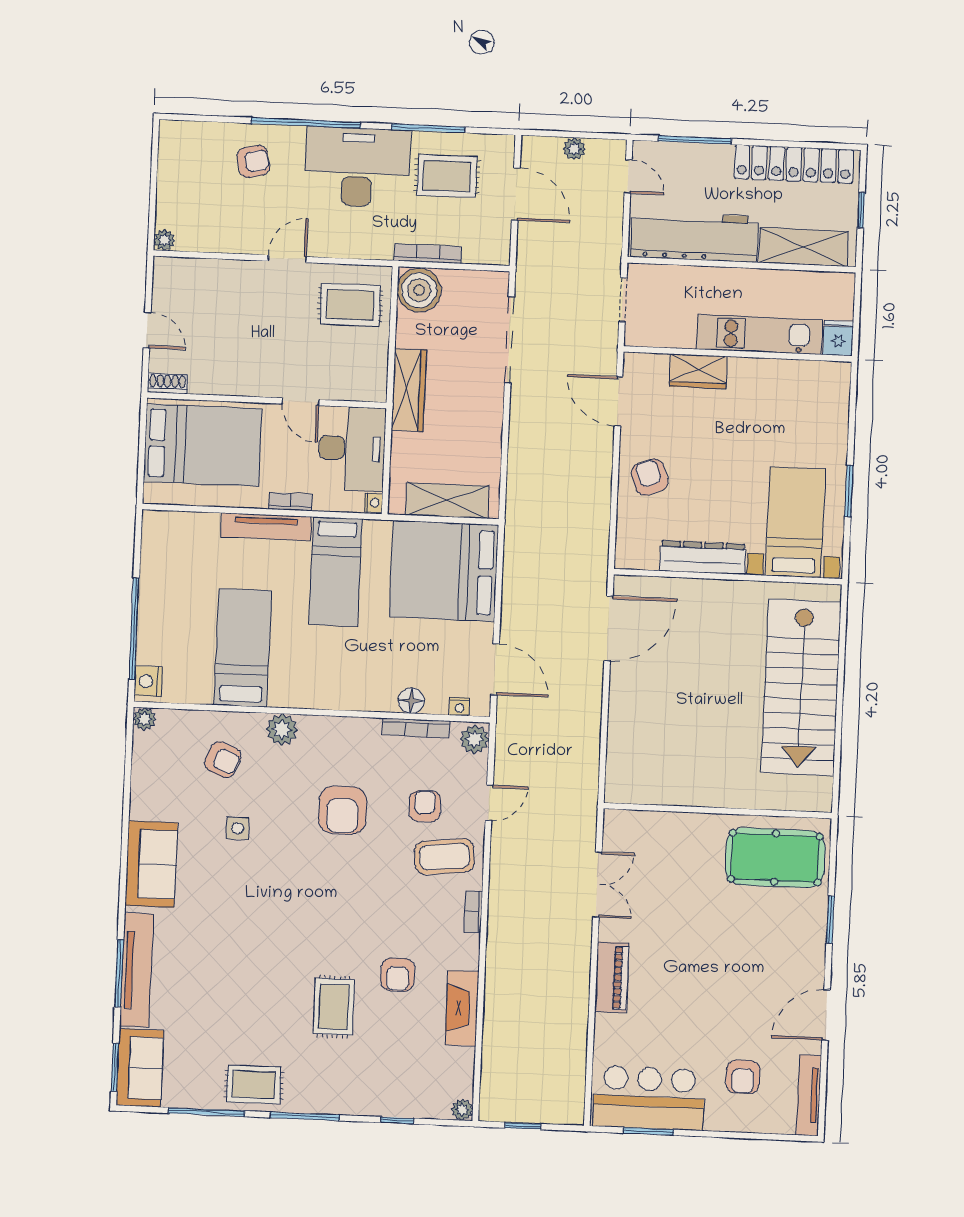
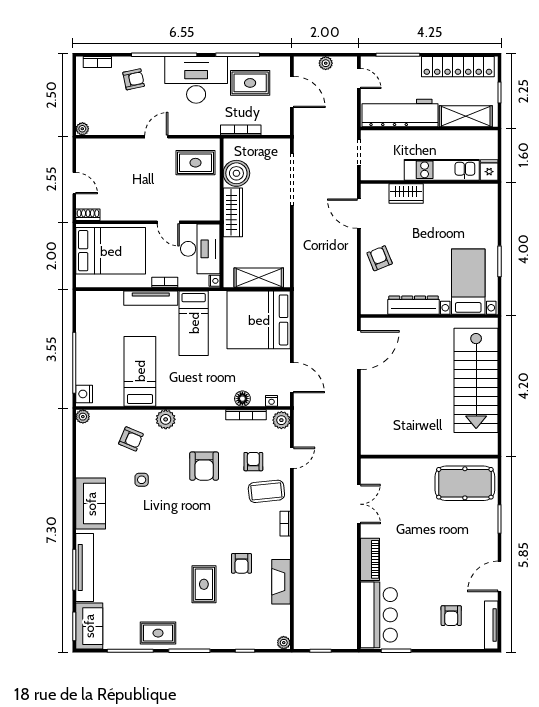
bookcase: (194, 130) -> (97, 62), added
boiler: (419, 290) -> (236, 173), moved
bar counter: (649, 1098) -> (379, 615), moved, turned 90

